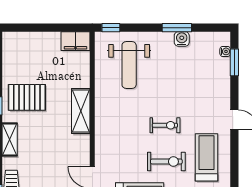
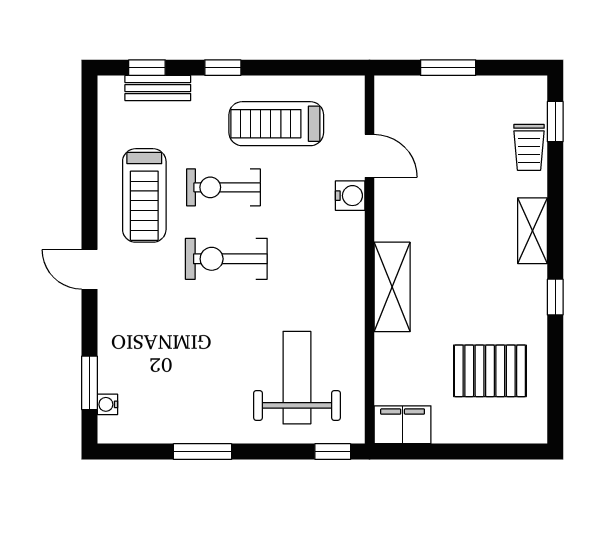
water cooler: (182, 39) -> (350, 196), moved, turned -90
pallet: (27, 97) -> (490, 371), moved
exercise bike: (165, 125) -> (226, 259), width x1.38, depth x1.39

